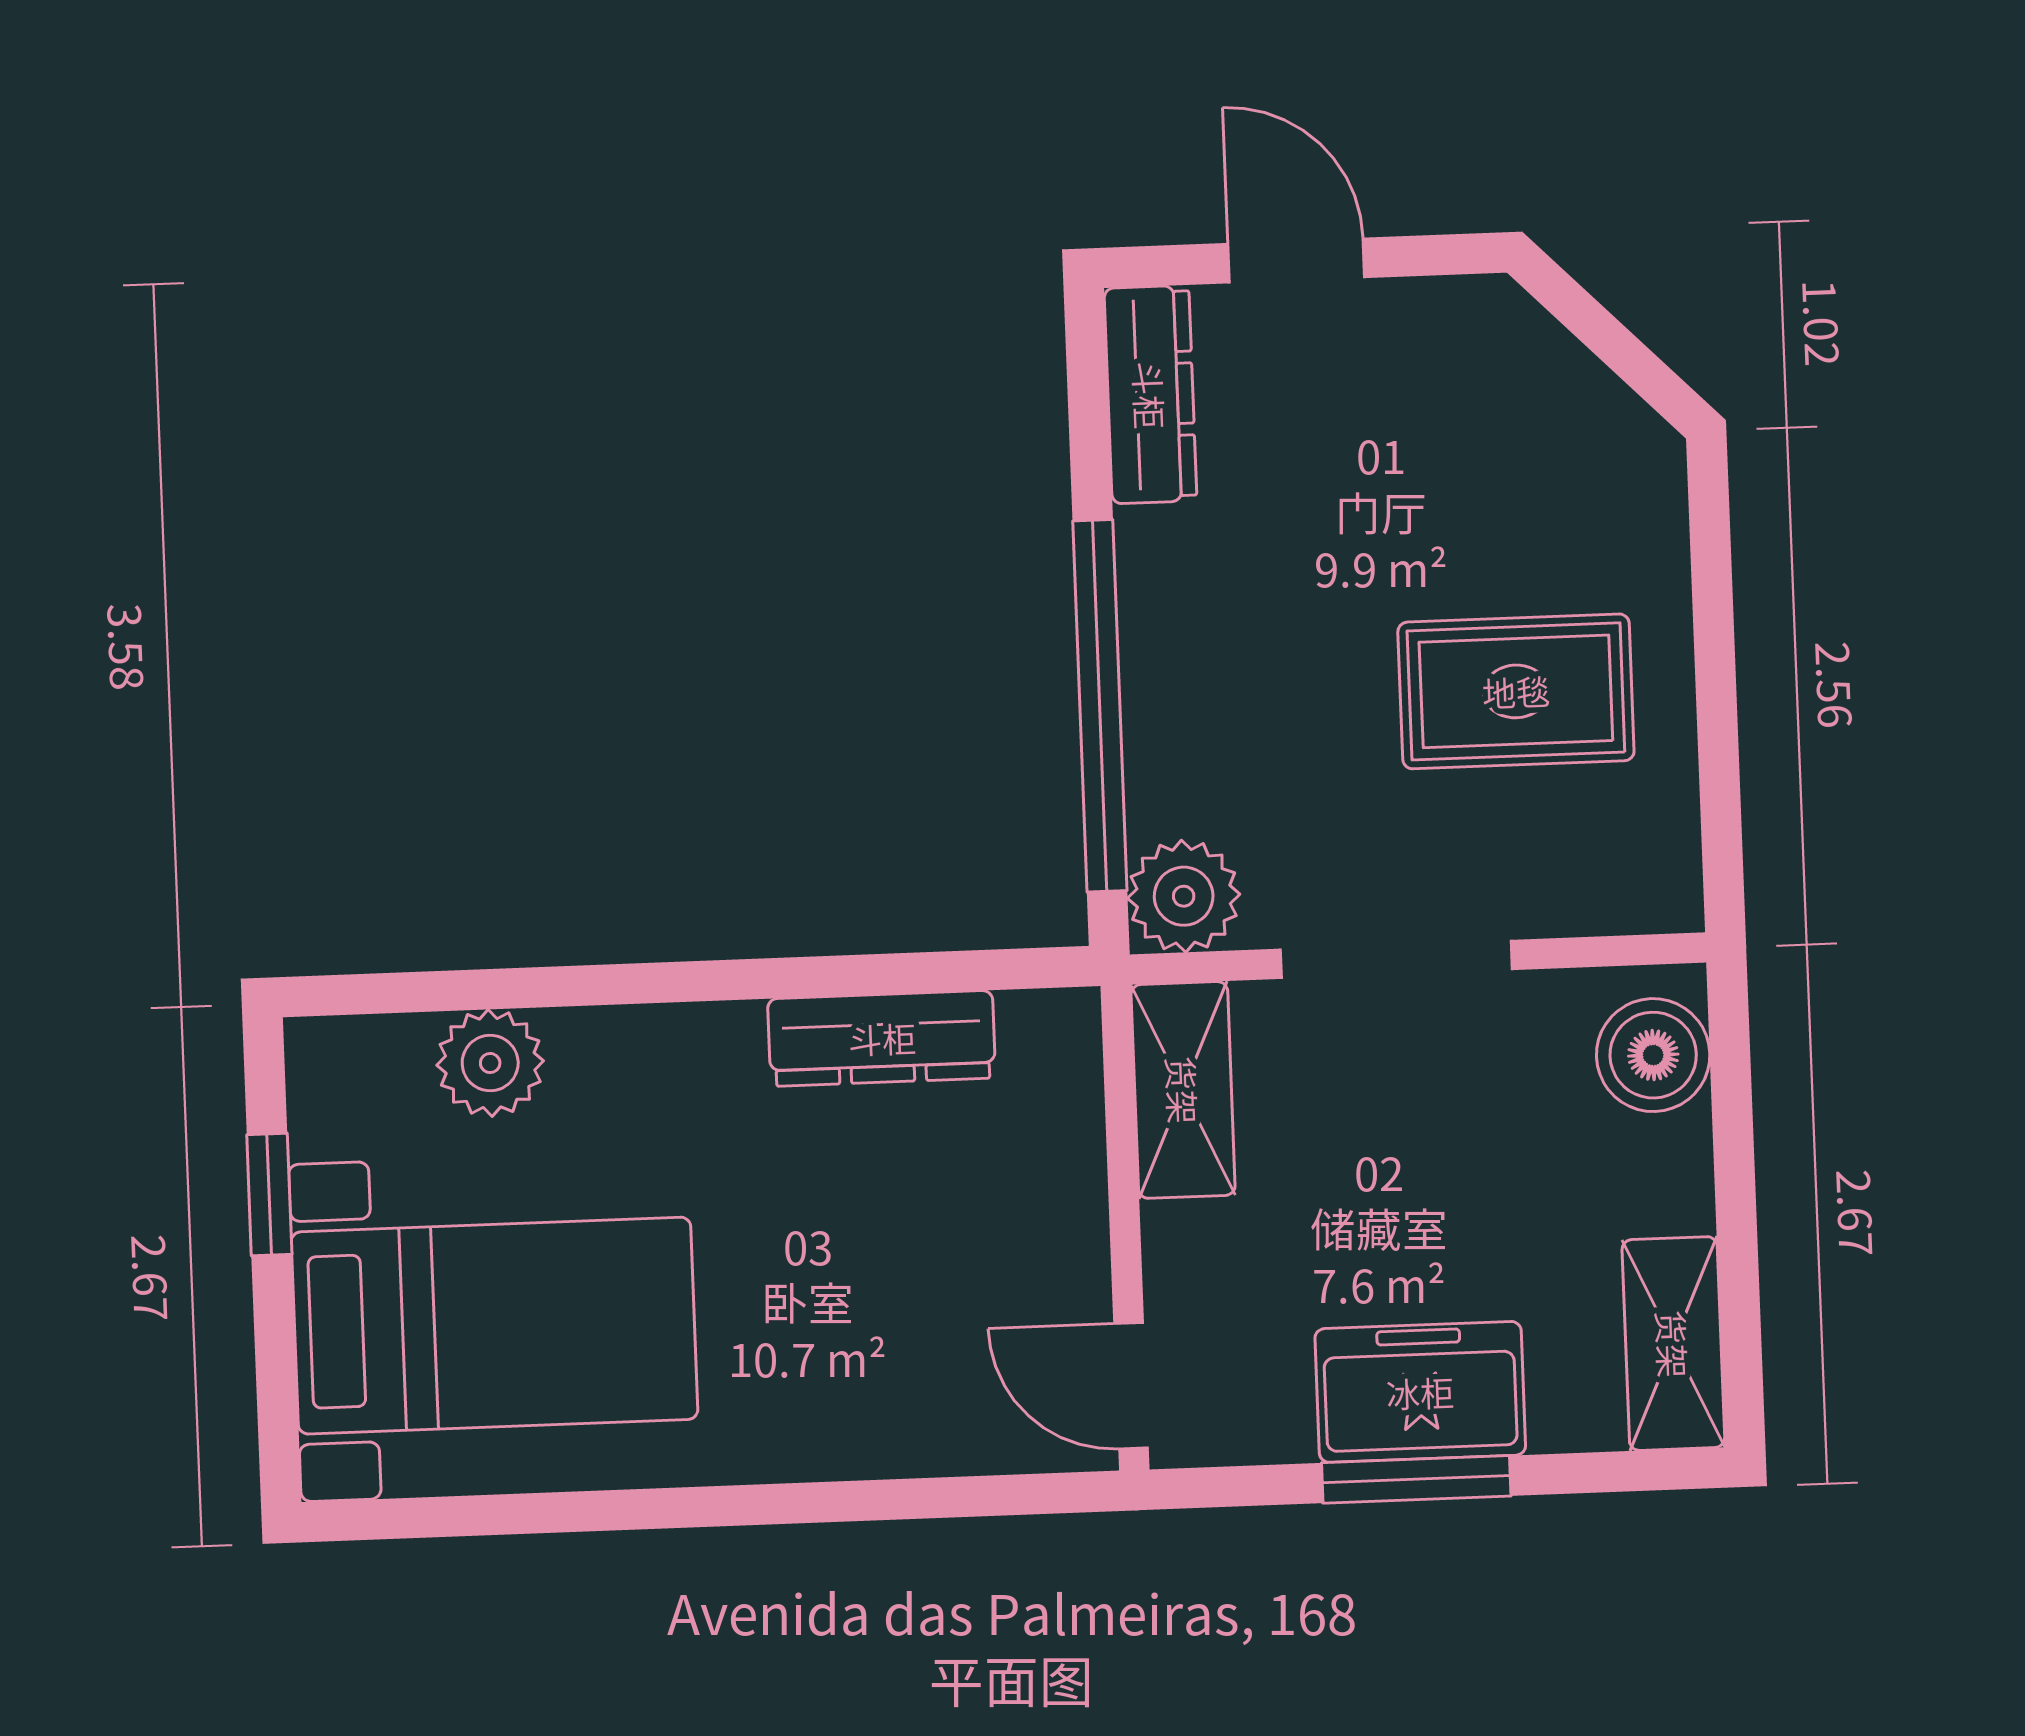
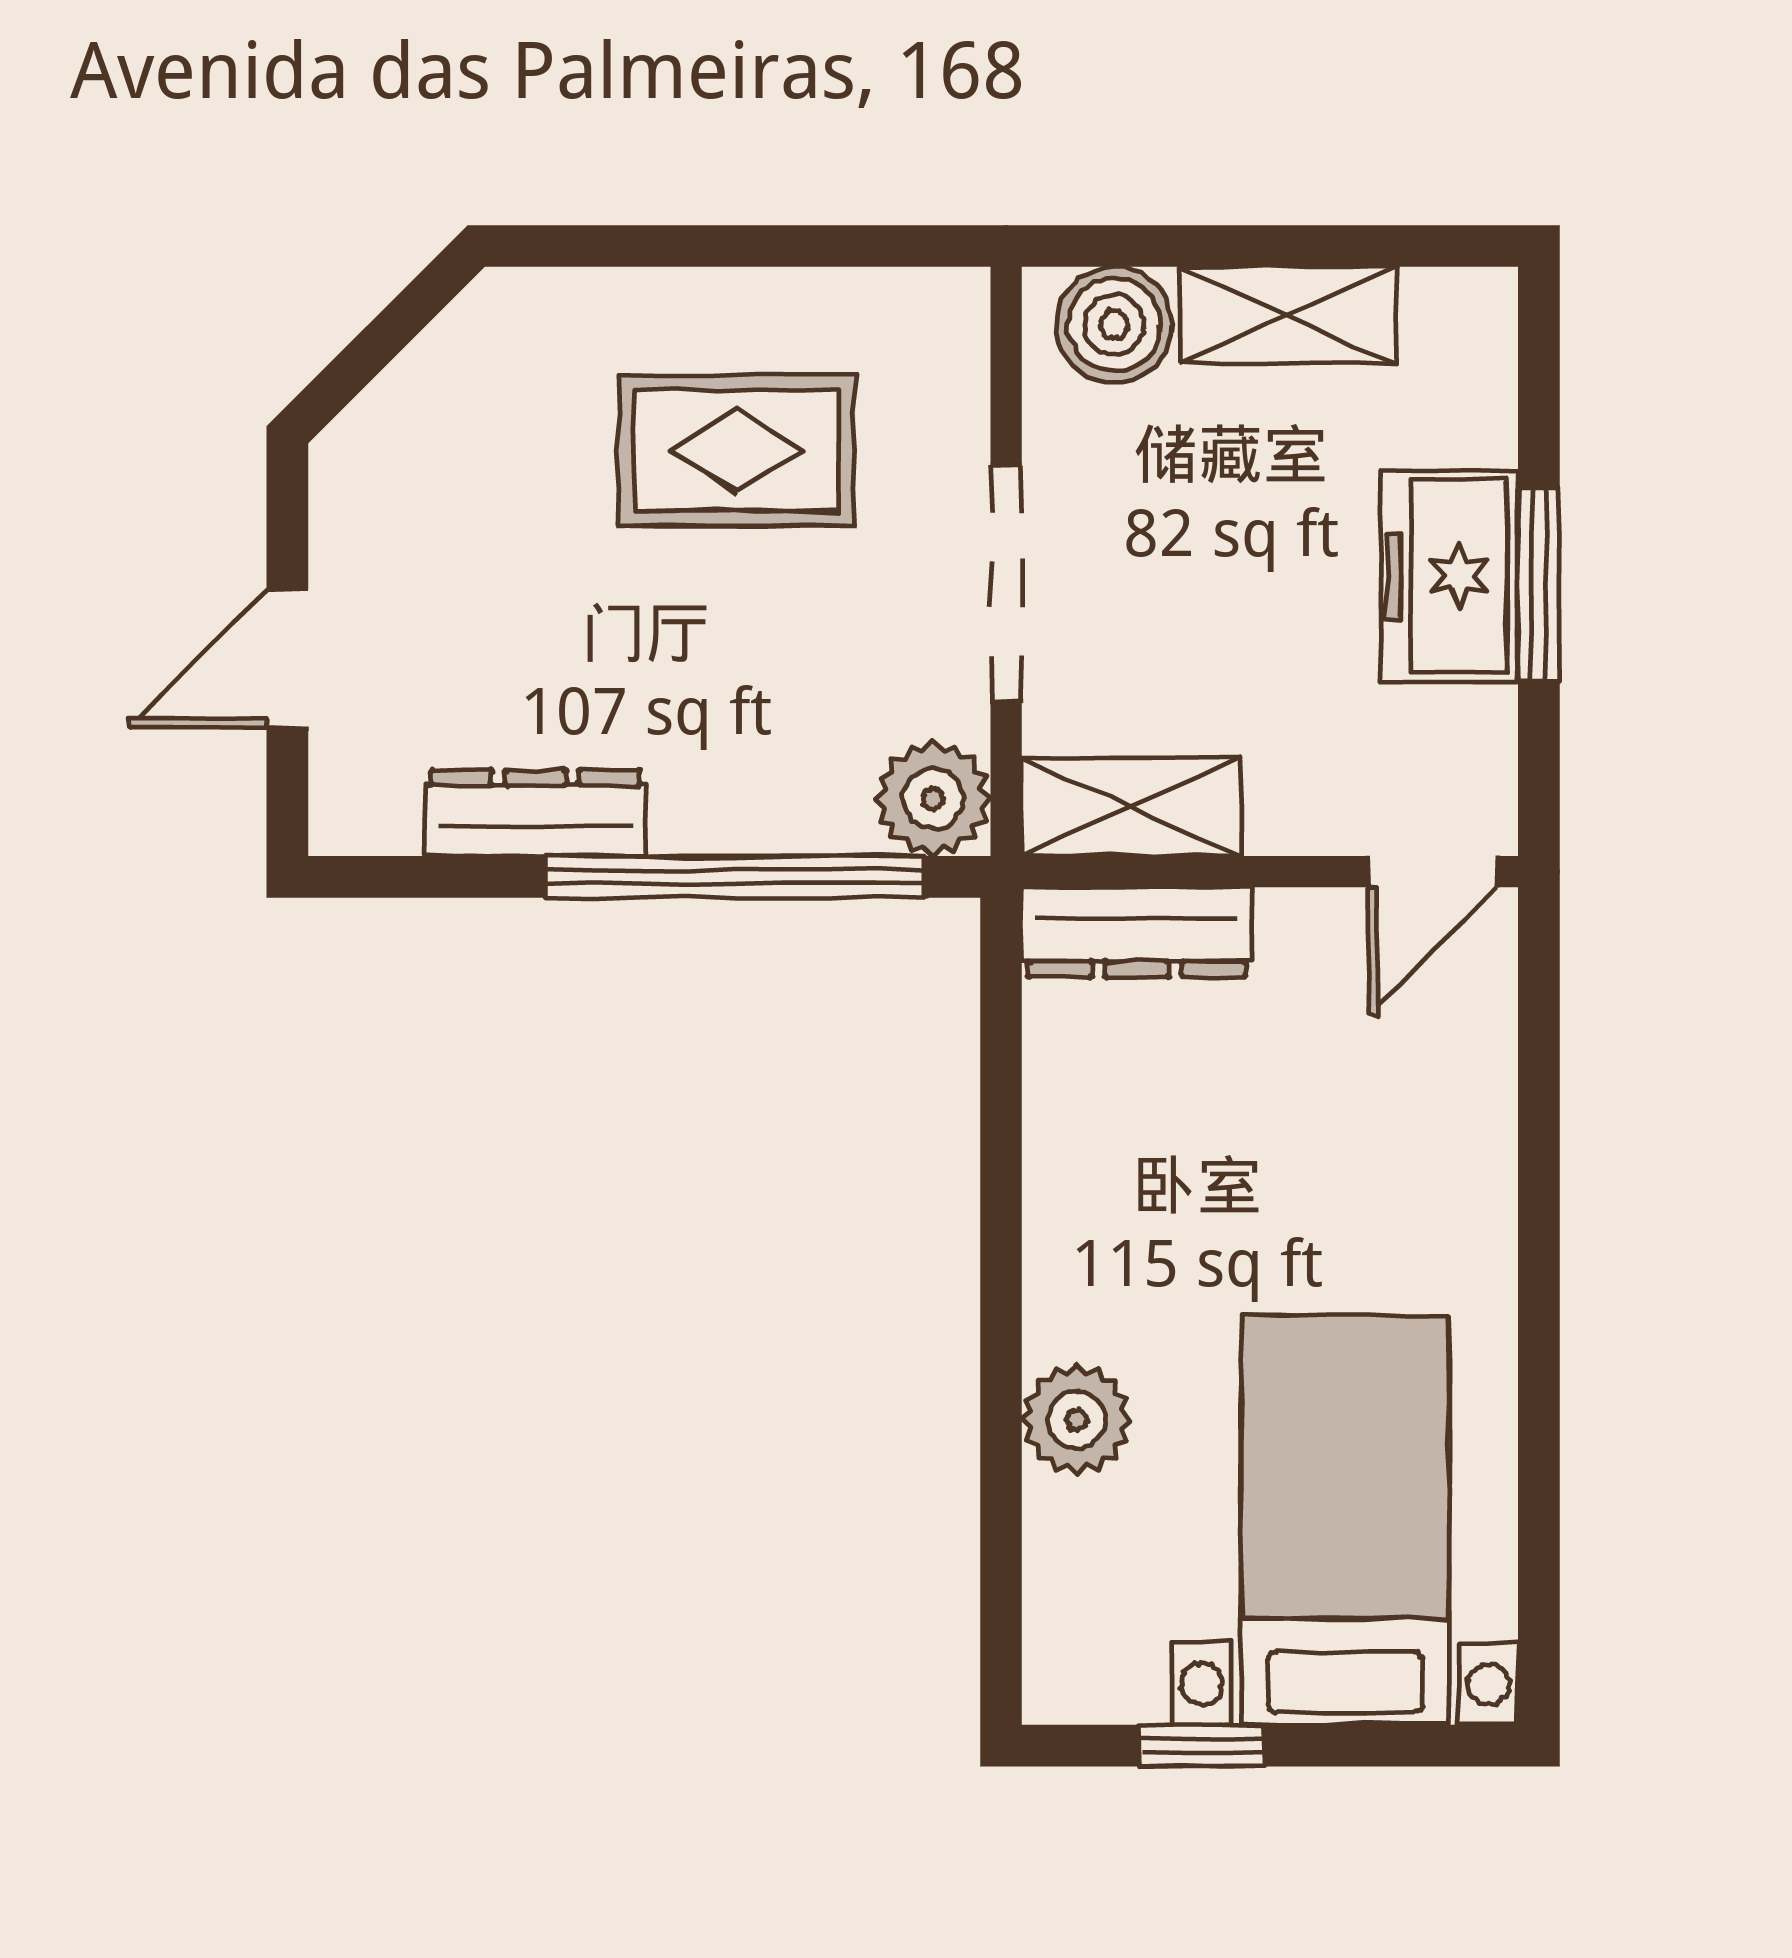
dresser: (1150, 395) -> (535, 813), moved
rug: (1516, 691) -> (737, 451), turned 90
dresser: (882, 1038) -> (1137, 932), moved, turned 90
plant: (490, 1063) -> (1077, 1419), moved
shelving: (1673, 1344) -> (1289, 315), moved

